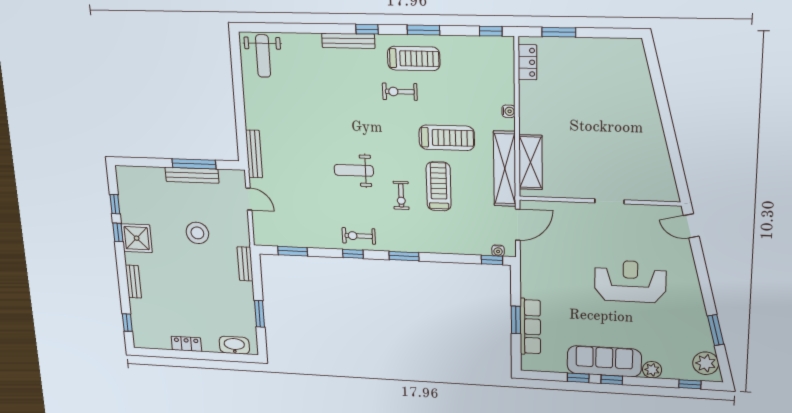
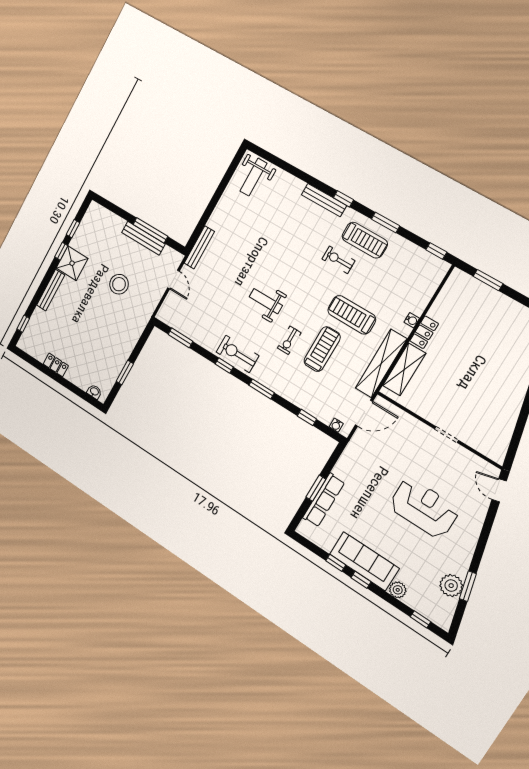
locker: (528, 62) -> (424, 332), moved
treadmill: (447, 138) -> (352, 315), turned 180
exercise bike: (359, 236) -> (237, 354), width x1.38, depth x1.39
window: (492, 260) -> (307, 417), moved
bench: (245, 264) -> (139, 328), removed
bench: (133, 282) -> (51, 290), width x1.36
washbasin: (234, 345) -> (94, 392), width x0.52, depth x0.69
plant: (706, 363) -> (451, 586), moved

